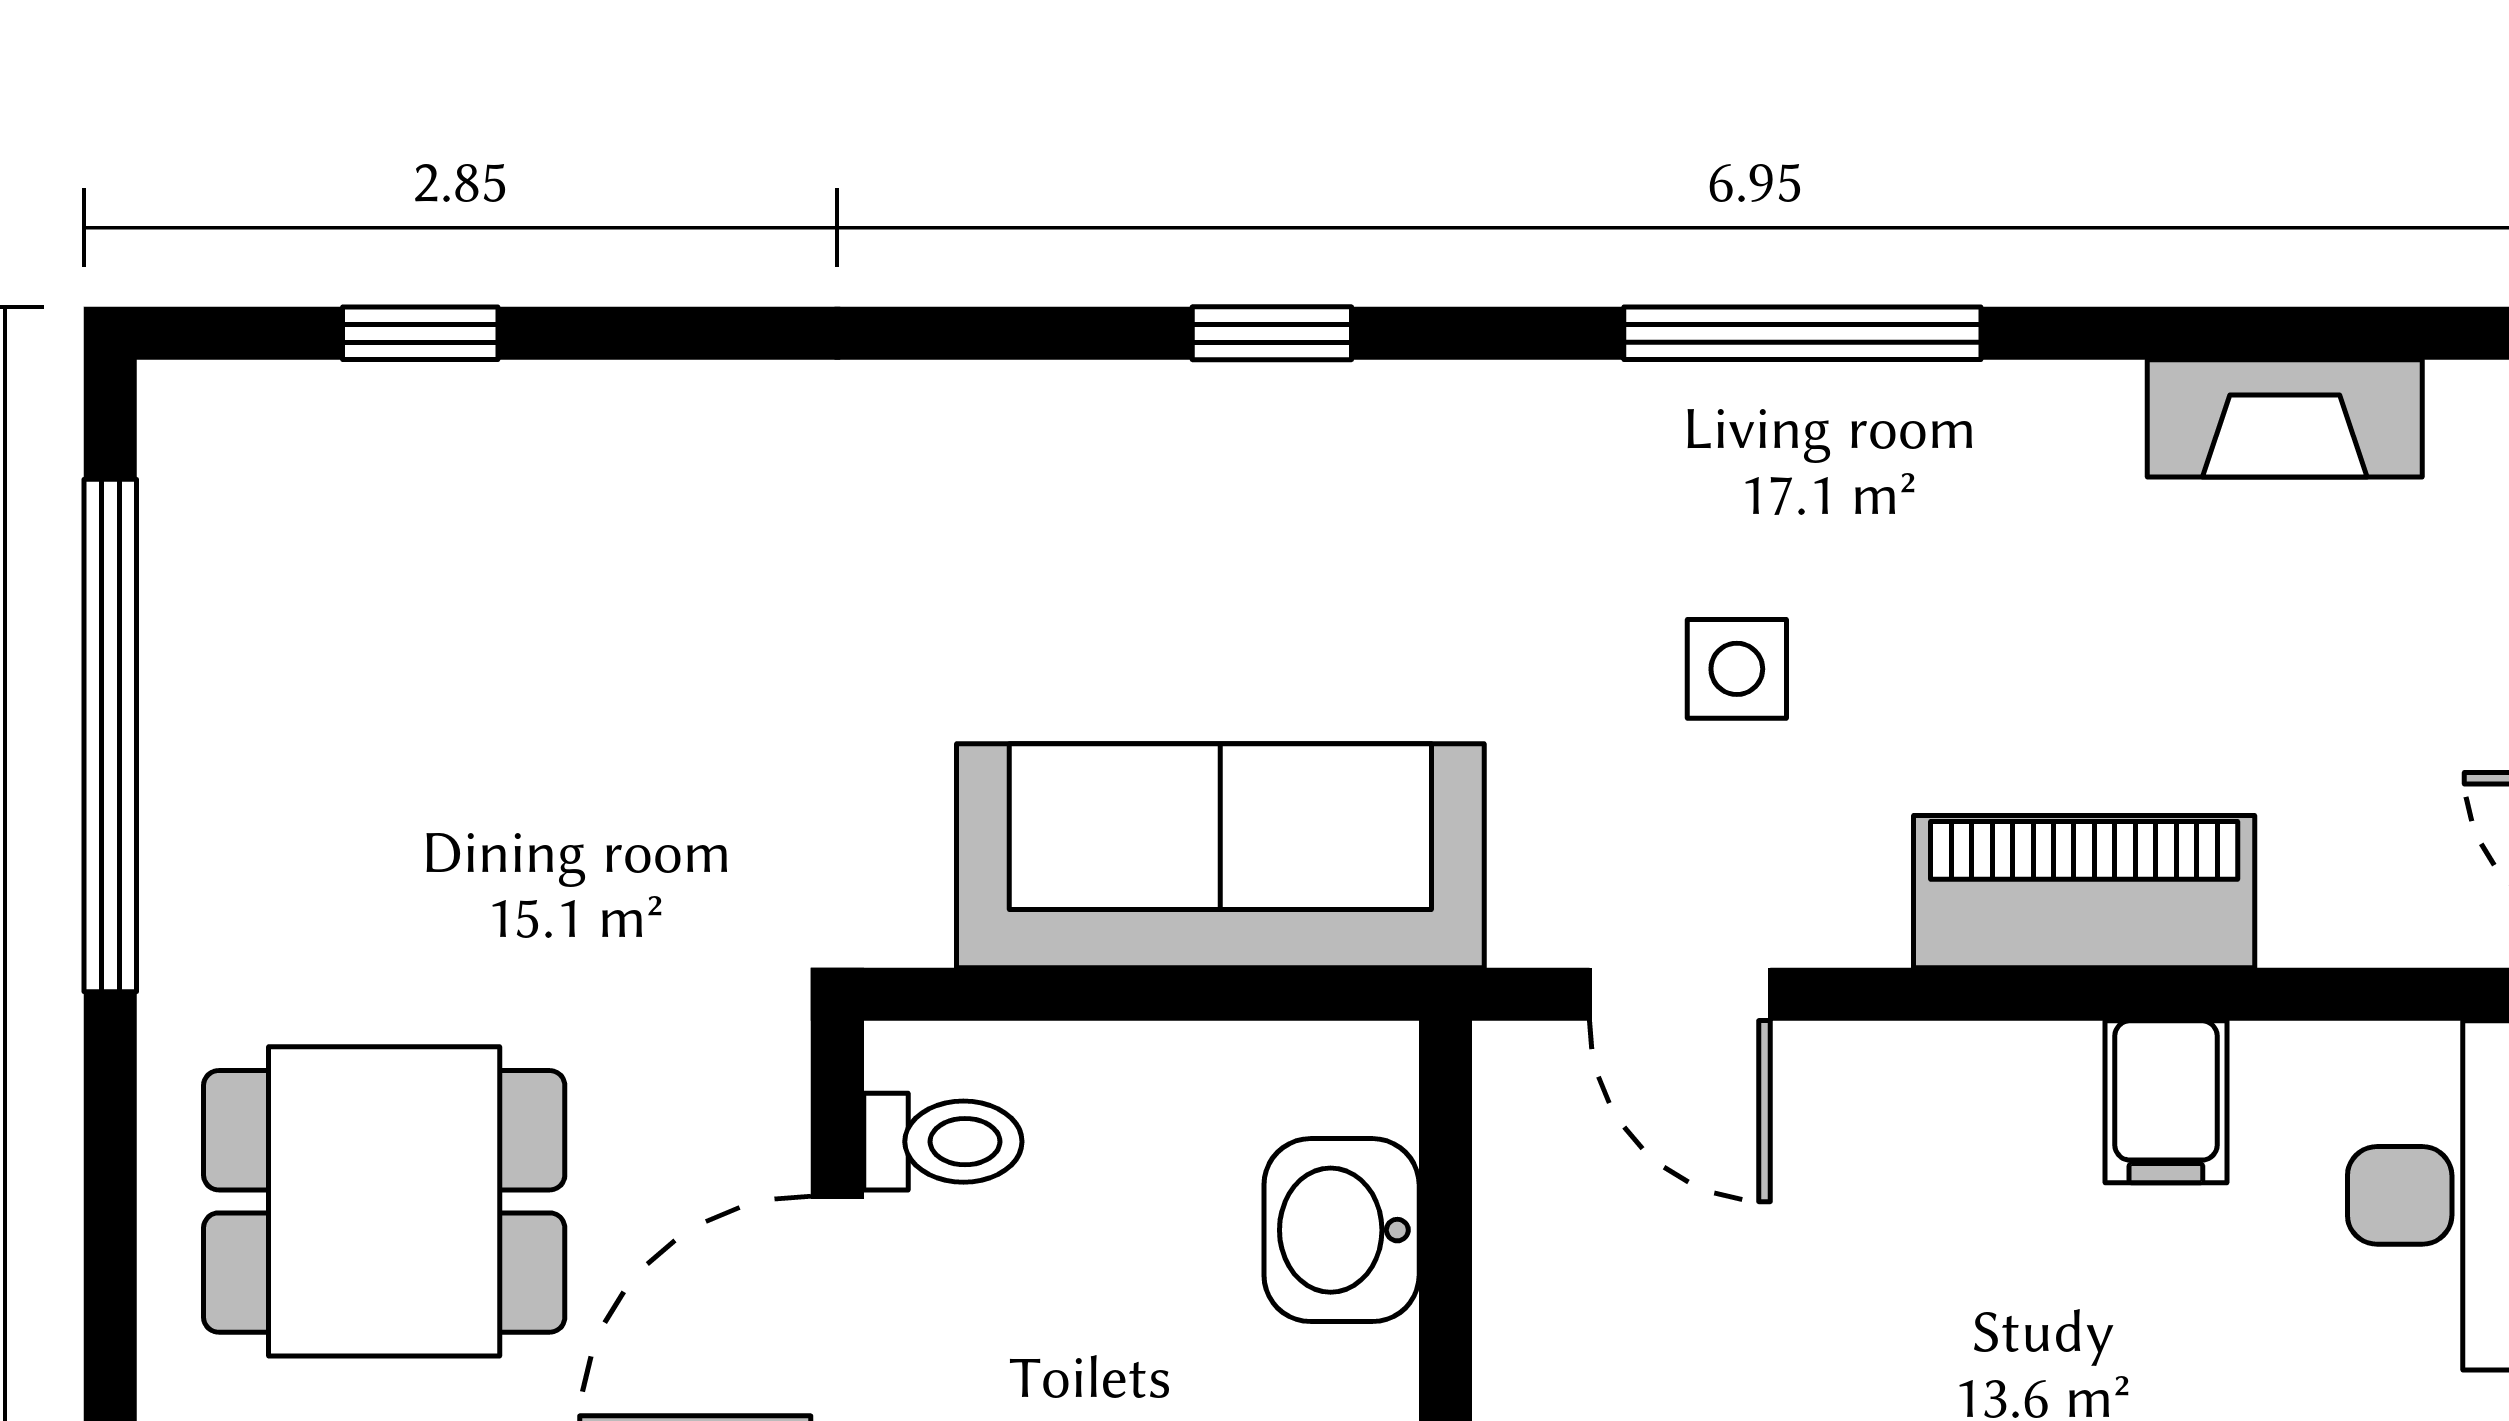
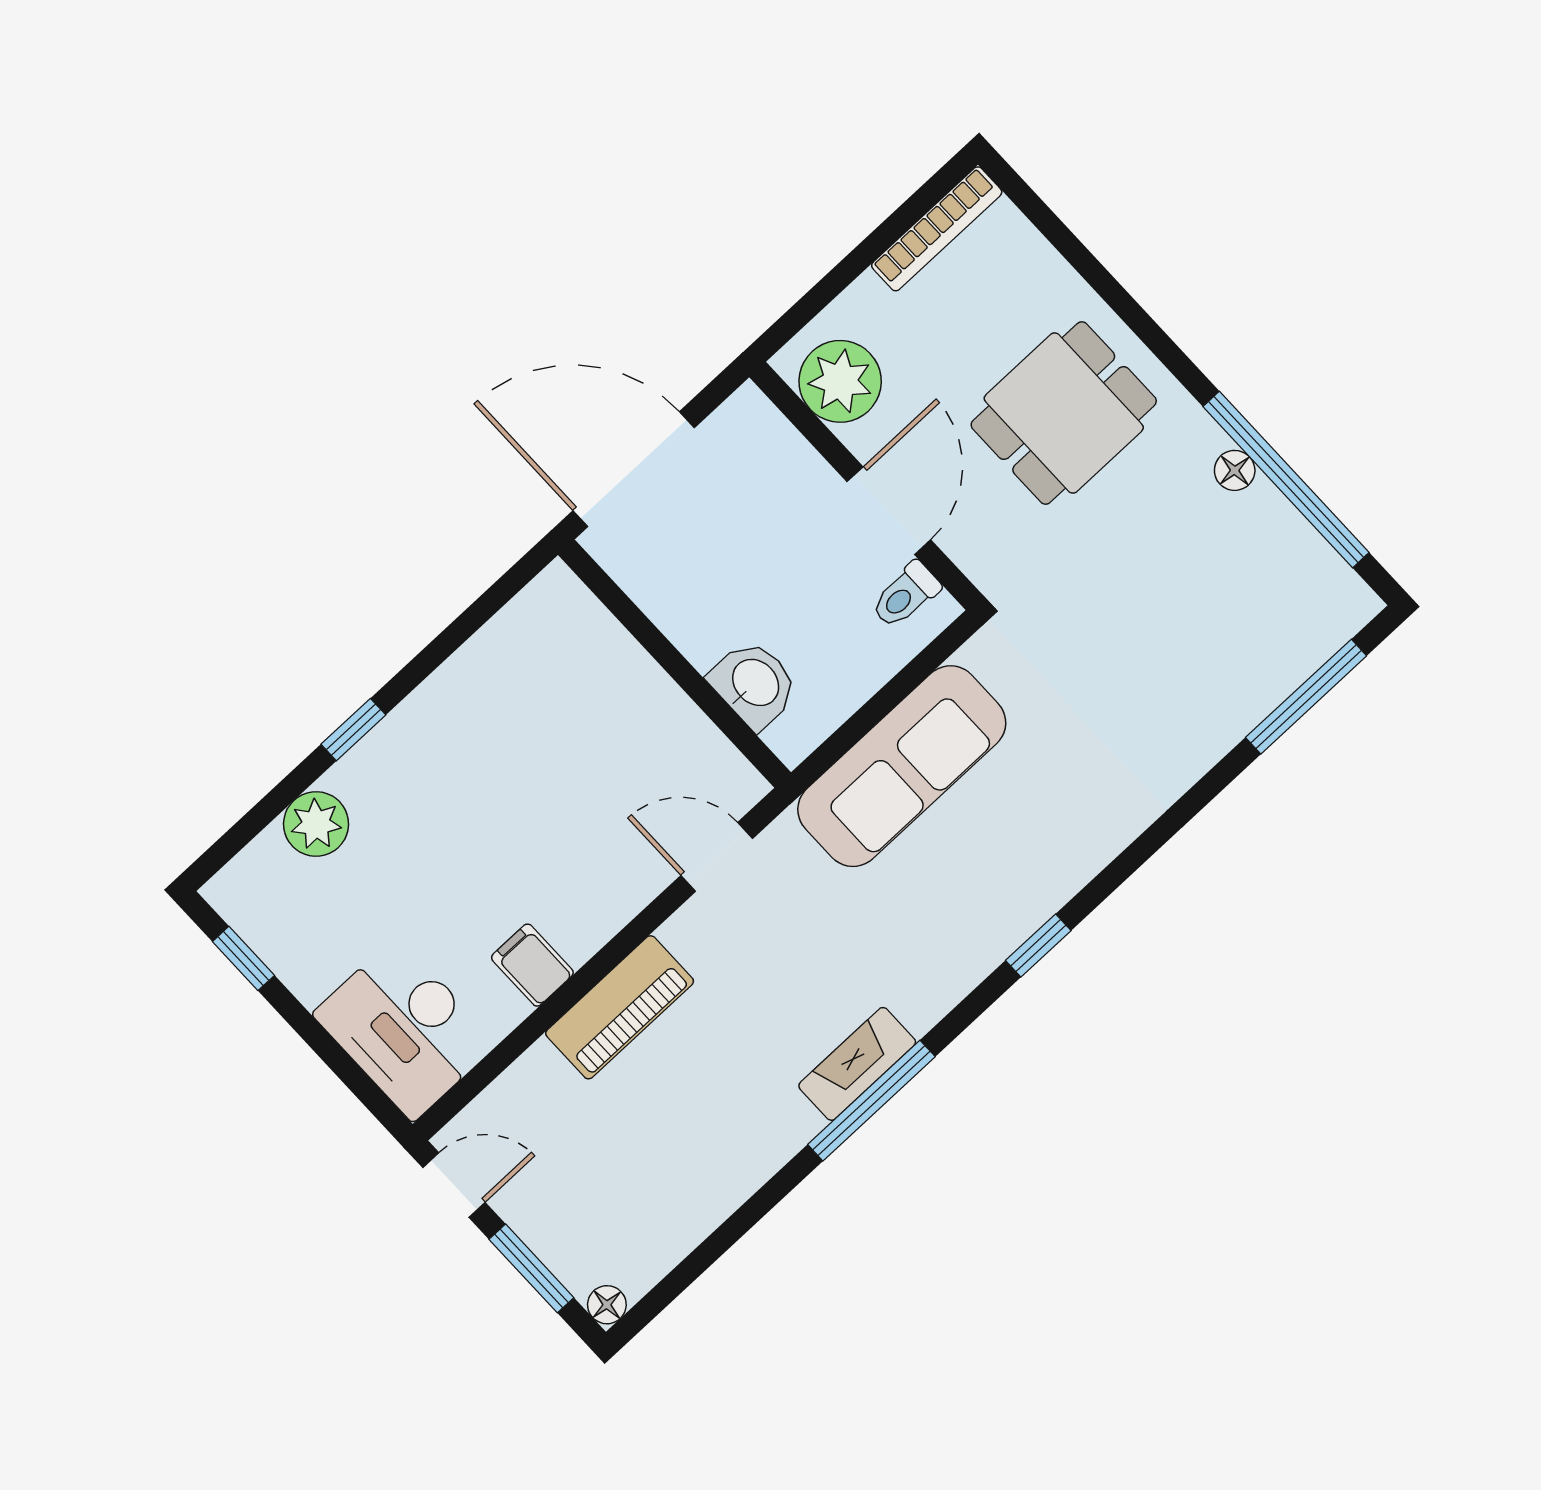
window: (420, 333) -> (1306, 697), width x2.17
fireplace: (2285, 418) -> (857, 1064), moved
side table: (1737, 669) -> (794, 976), removed
floor lamp: (184, 832) -> (1235, 470), added

